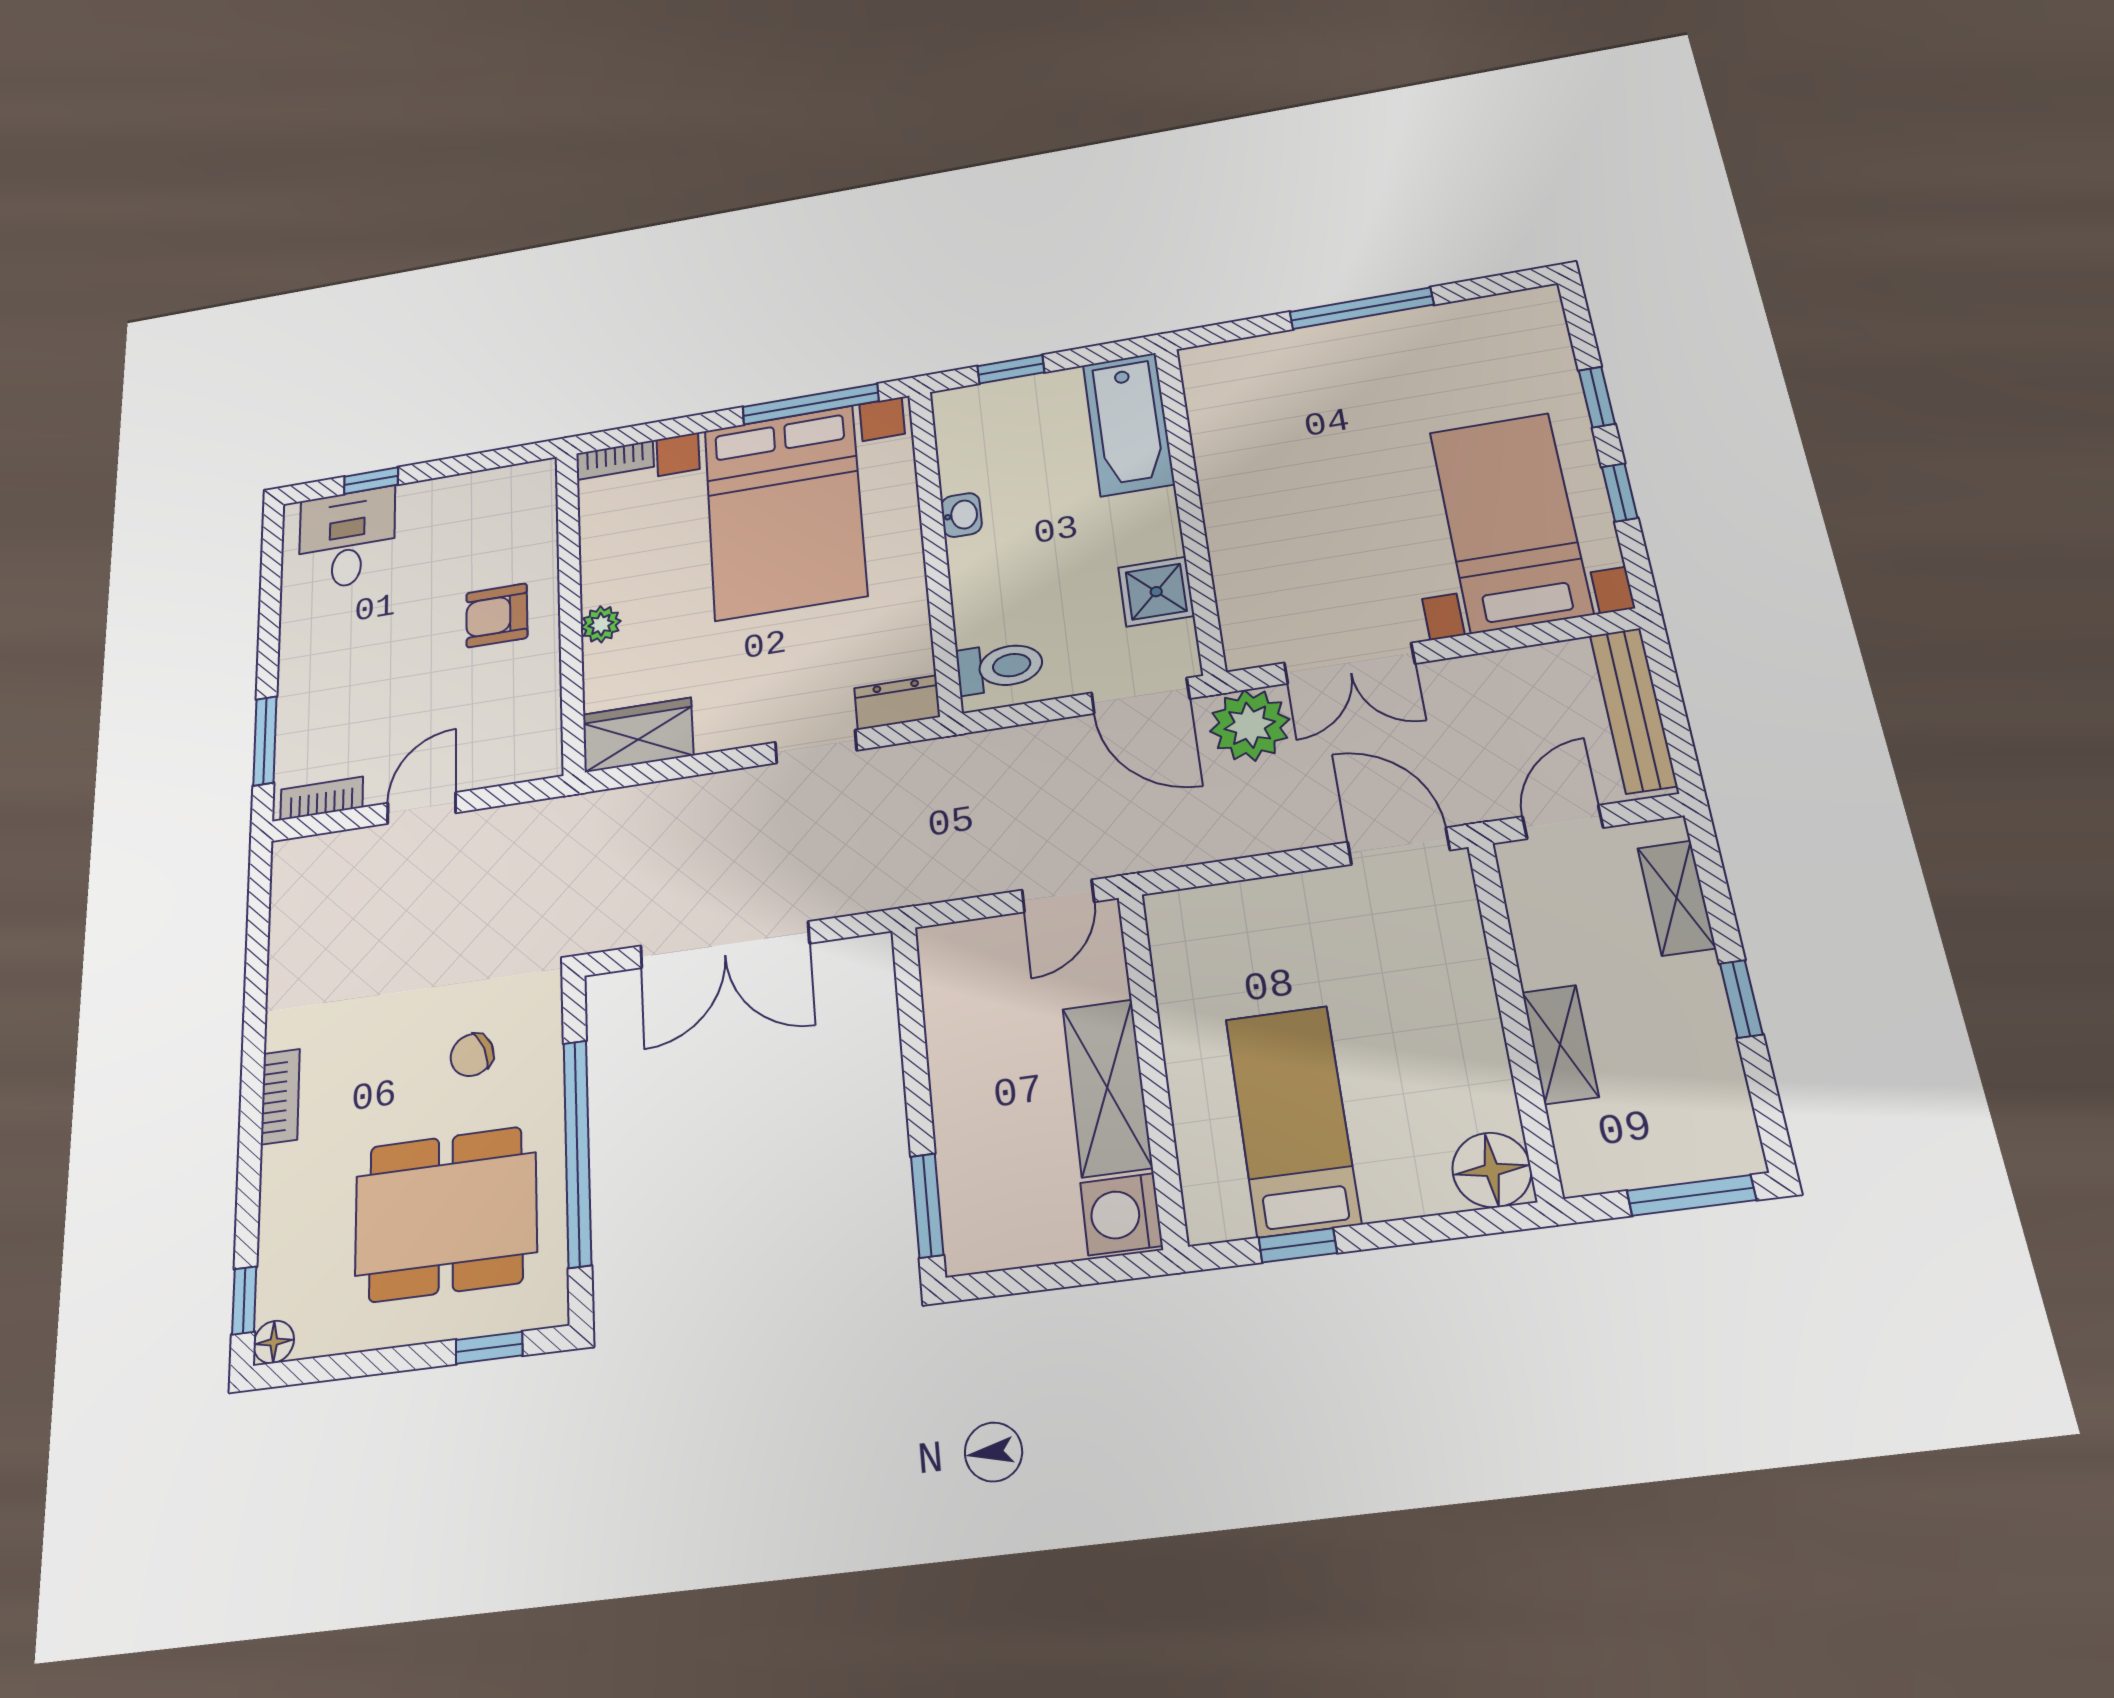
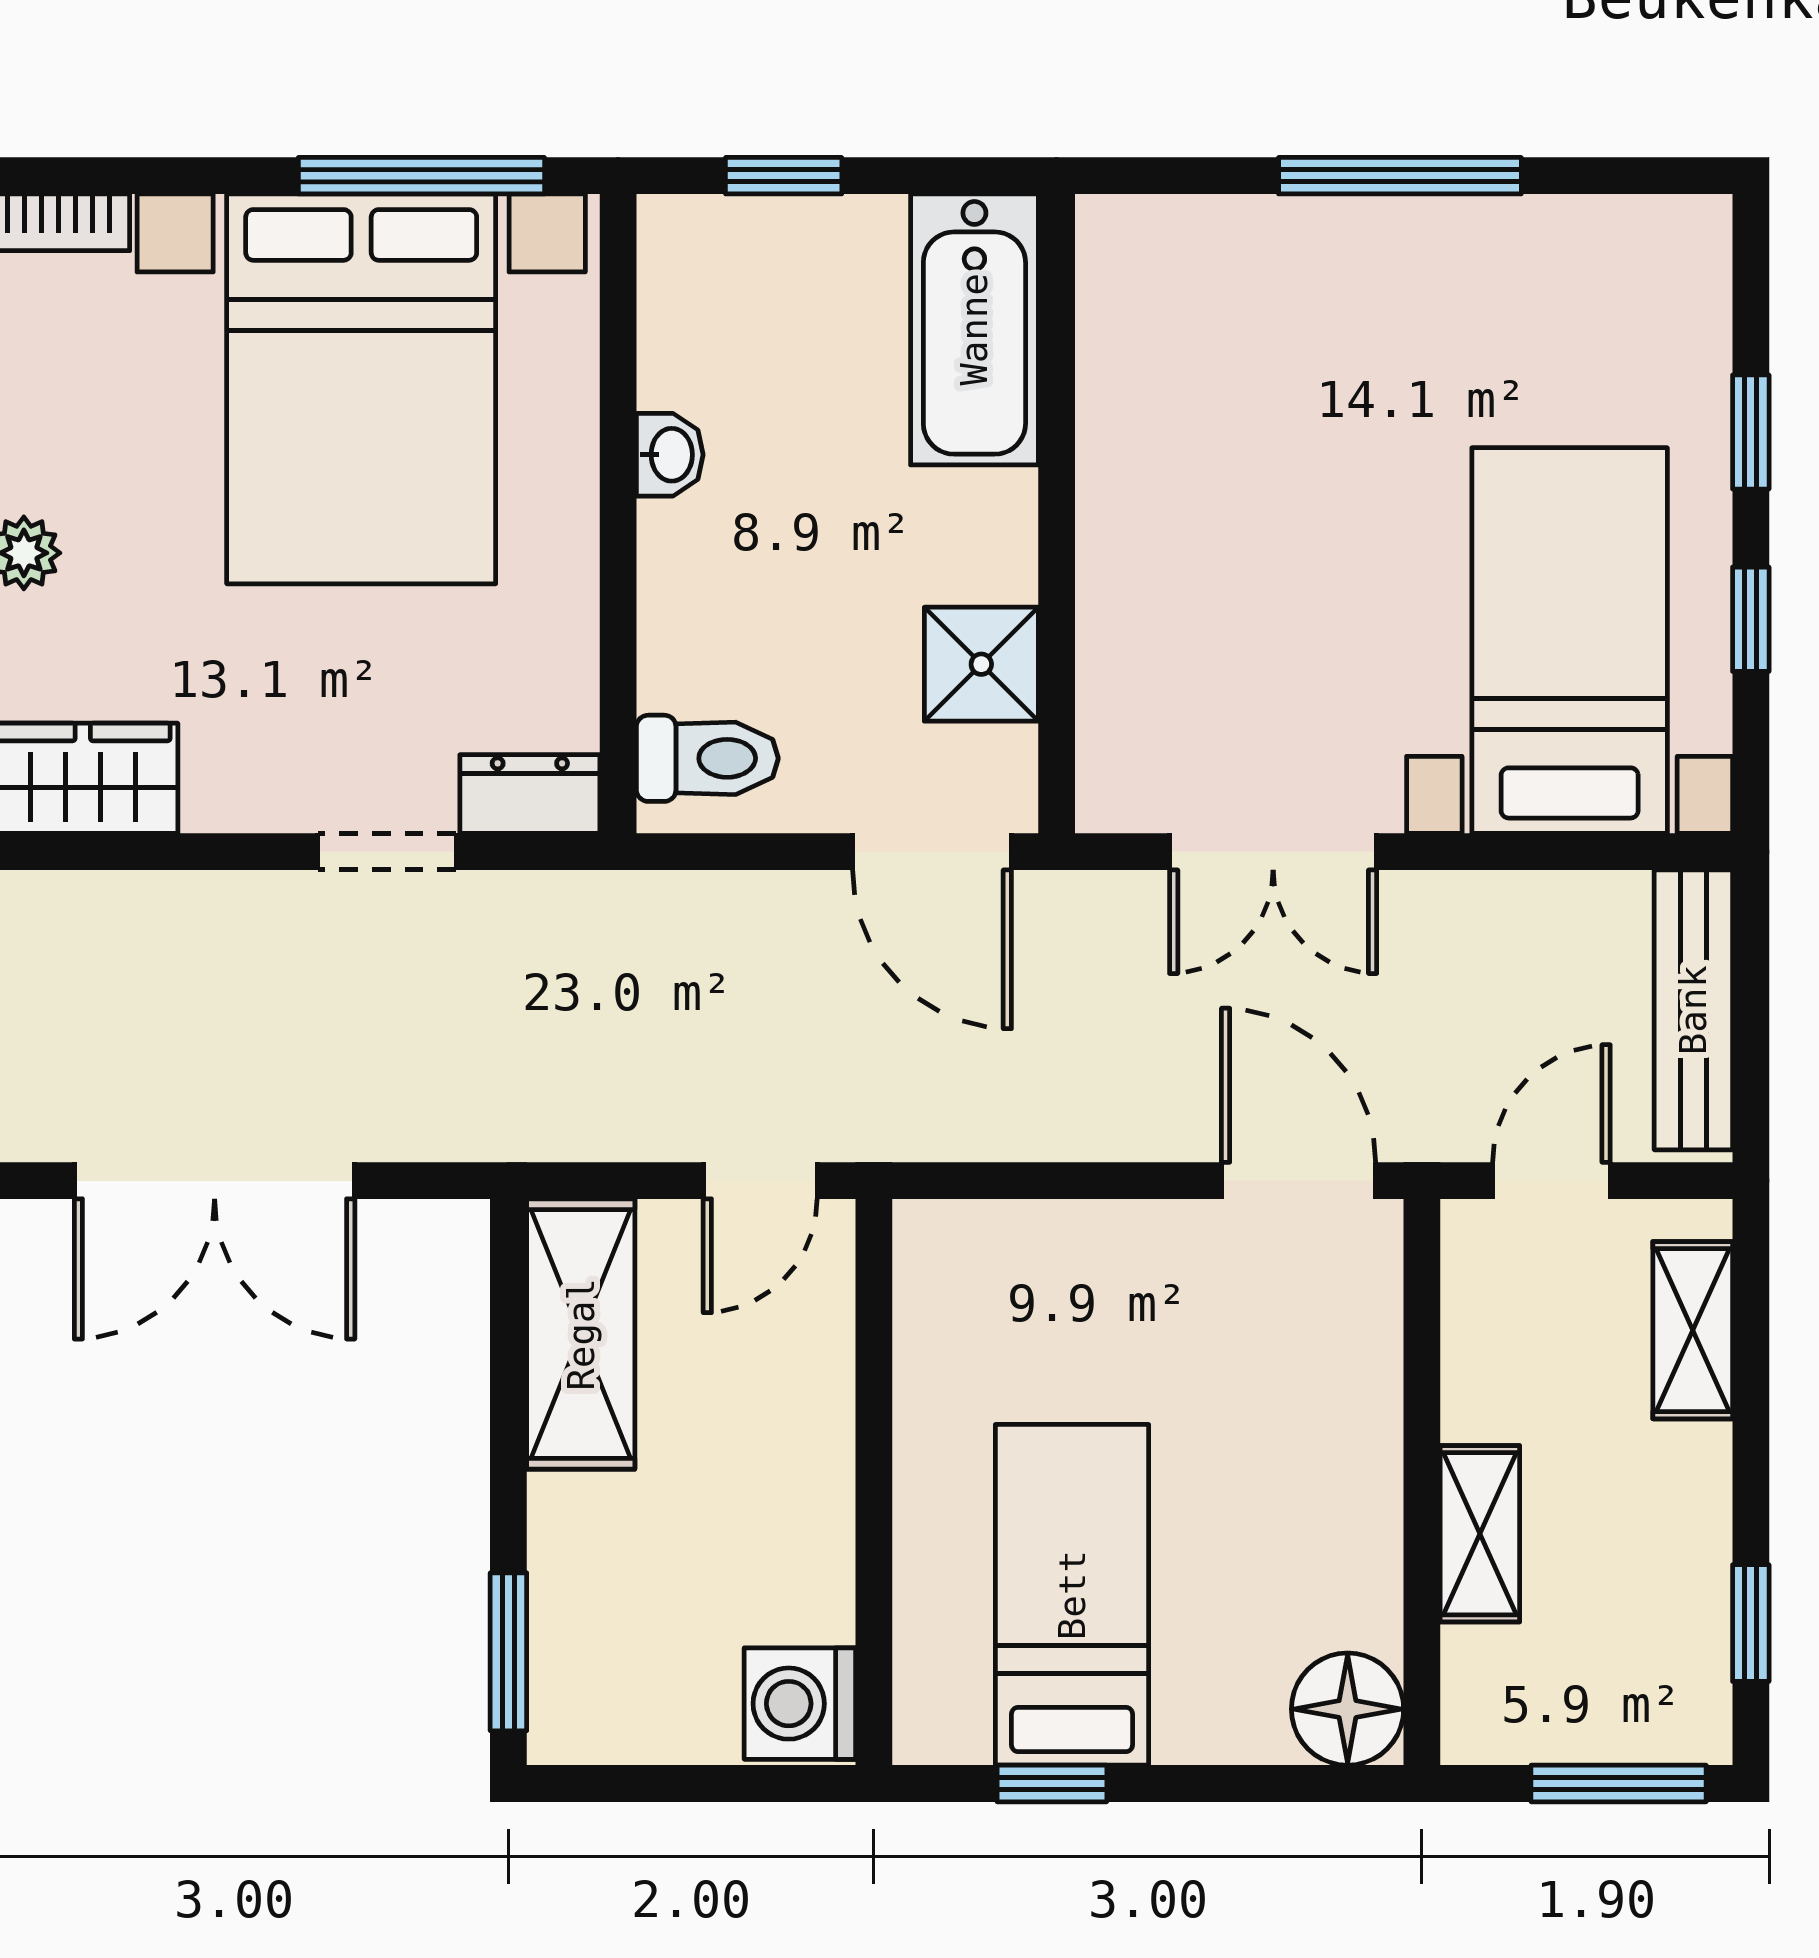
plant: (1250, 725) -> (1100, 935), removed
window: (1741, 999) -> (1751, 1623), moved
shelving: (1107, 1088) -> (581, 1334), moved

